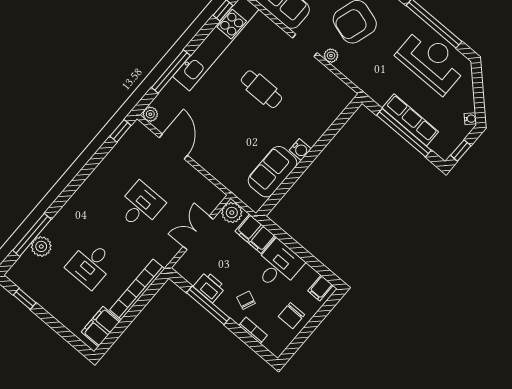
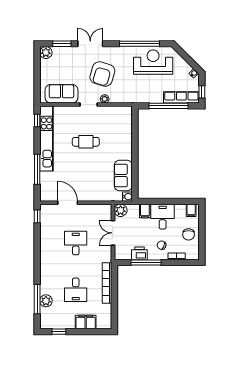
plant: (150, 114) -> (44, 197), removed
row of seats: (410, 120) -> (181, 97), moved
water cooler: (300, 149) -> (127, 197), moved
filing cabinet: (255, 234) -> (145, 211), width x0.50
filing cabinet: (101, 327) -> (86, 322), moved, turned 90

